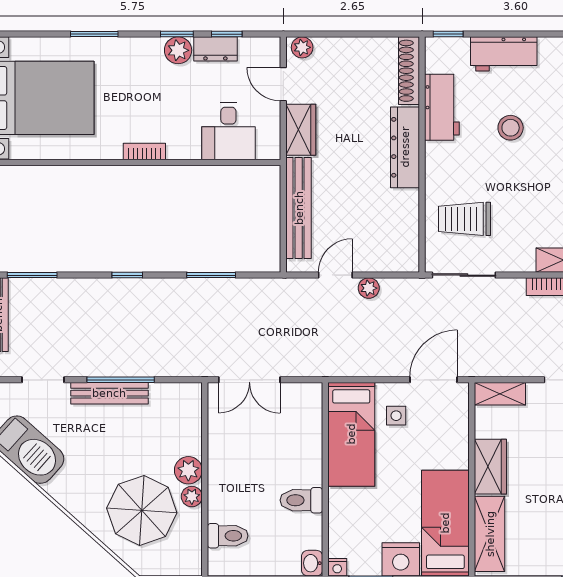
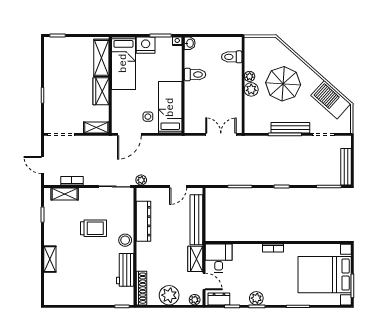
dresser: (215, 49) -> (219, 299), moved
workbench: (504, 54) -> (94, 296), removed
plant: (354, 56) -> (169, 295), added
stool: (511, 128) -> (125, 240), moved
desk: (228, 131) -> (219, 258), moved
dresser: (405, 147) -> (143, 221), moved
trolley: (465, 219) -> (93, 228), moved
plant: (369, 288) -> (141, 180), moved
parasol: (142, 510) -> (283, 84), moved

